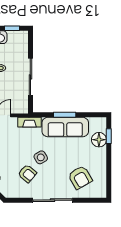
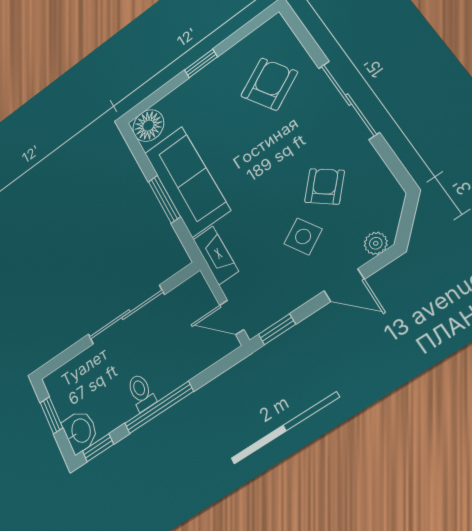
window: (109, 136) -> (201, 63), moved
floor lamp: (99, 140) -> (148, 126), moved
side table: (41, 157) -> (303, 236), moved

